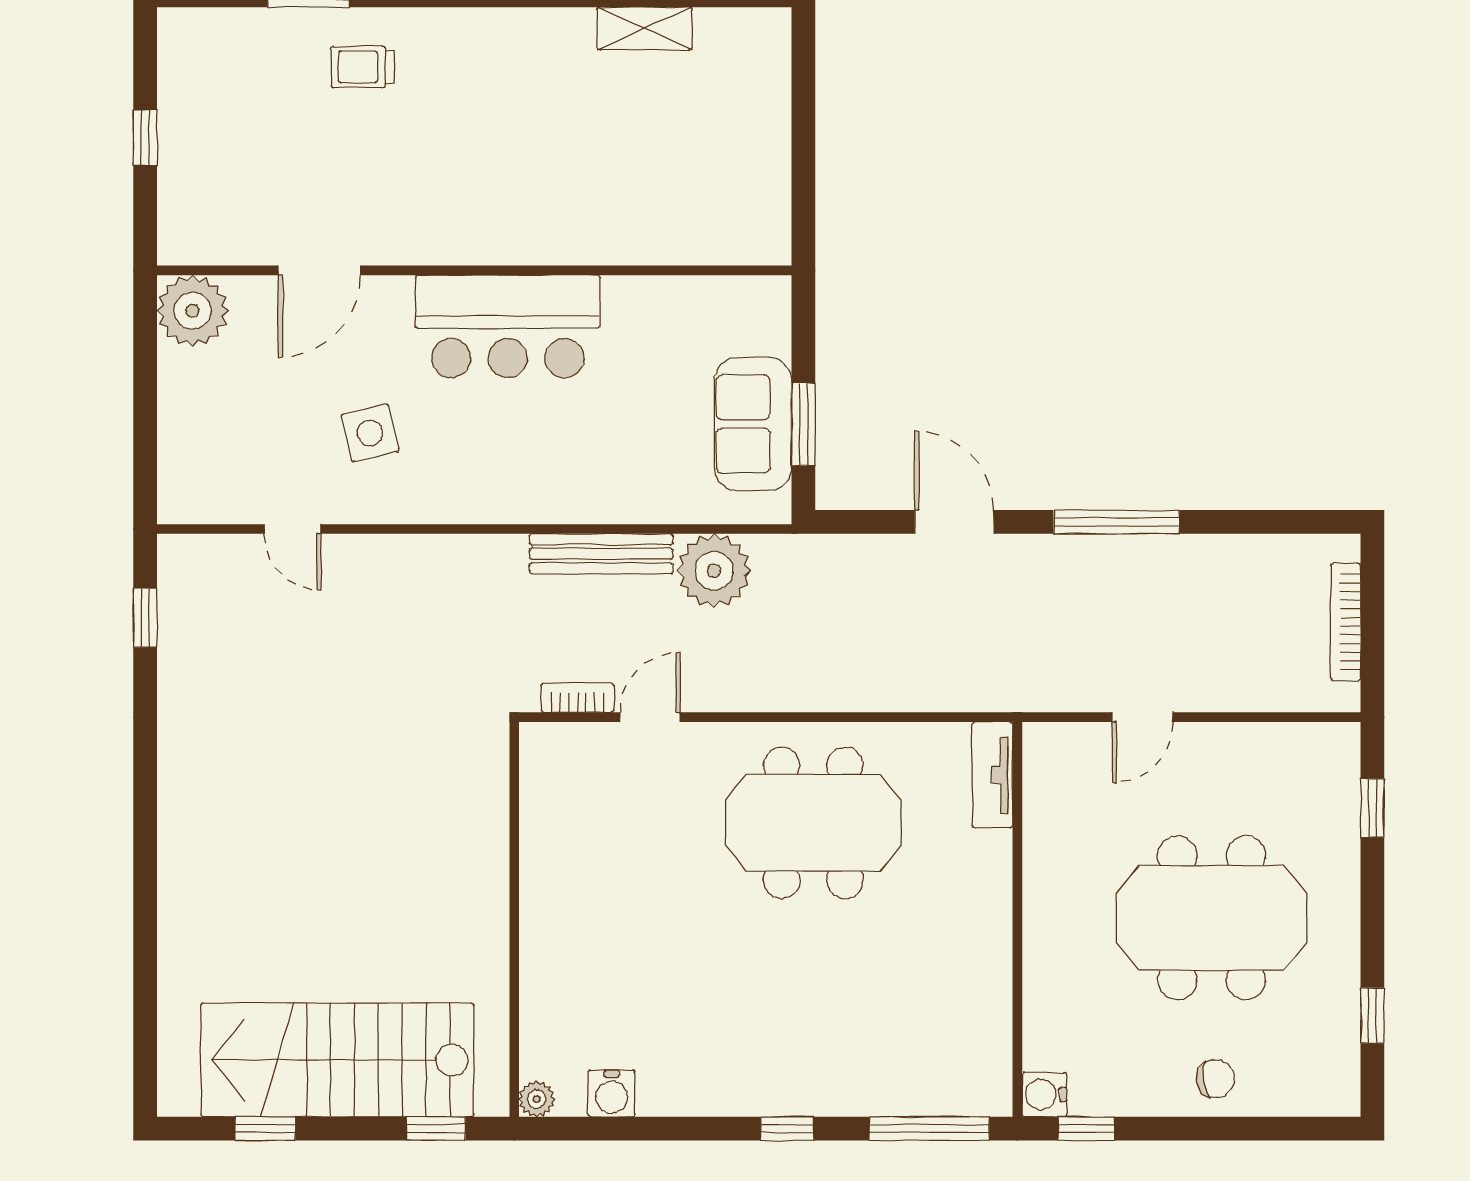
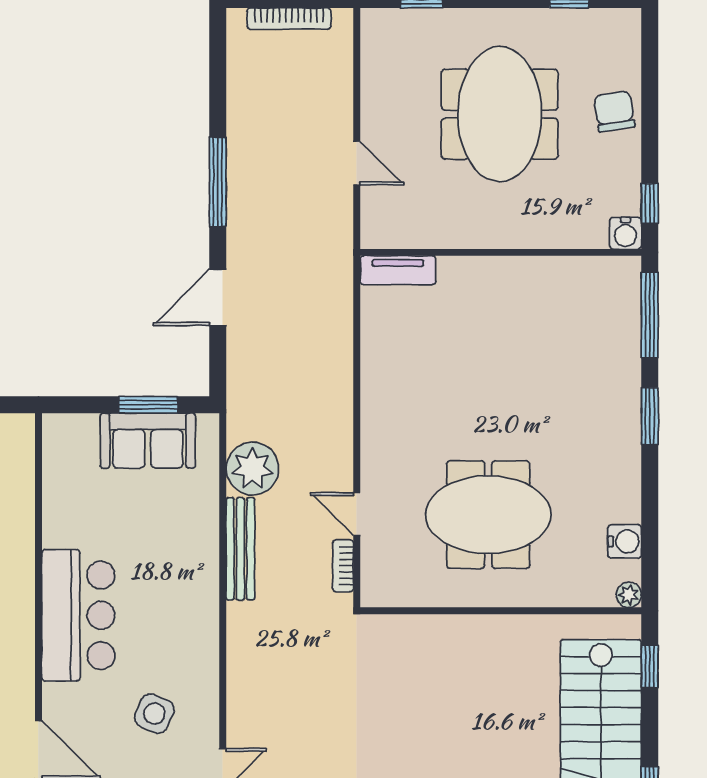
side table: (370, 433) -> (154, 714), turned 36
meeting table: (813, 823) -> (488, 515), moved, turned 90
chair: (1215, 1079) -> (614, 111), width x1.37, depth x1.37
window: (787, 1129) -> (650, 416), width x1.50

